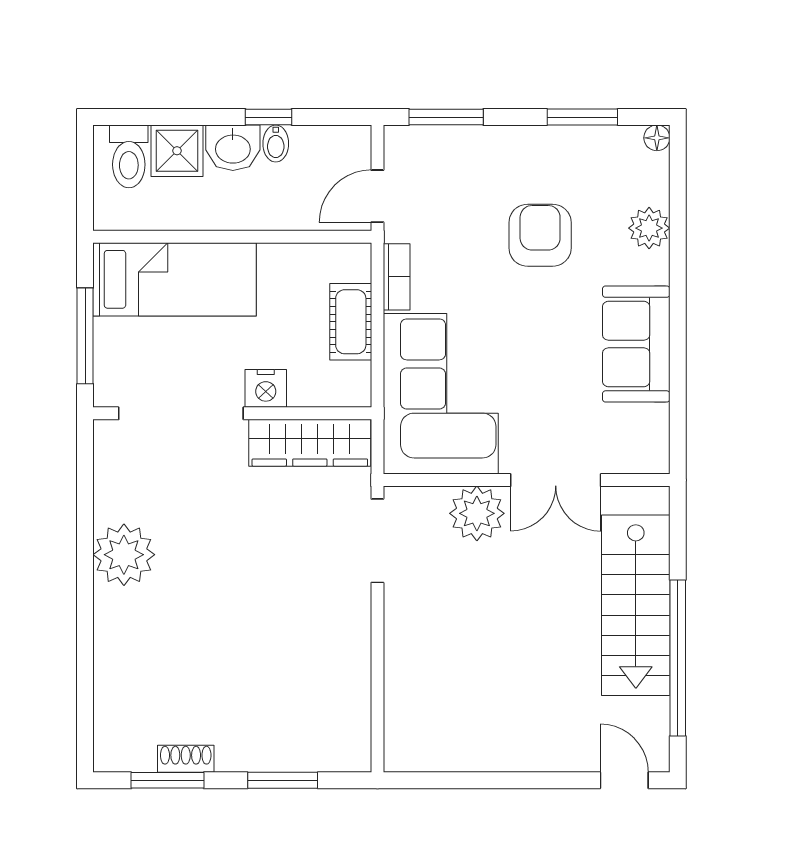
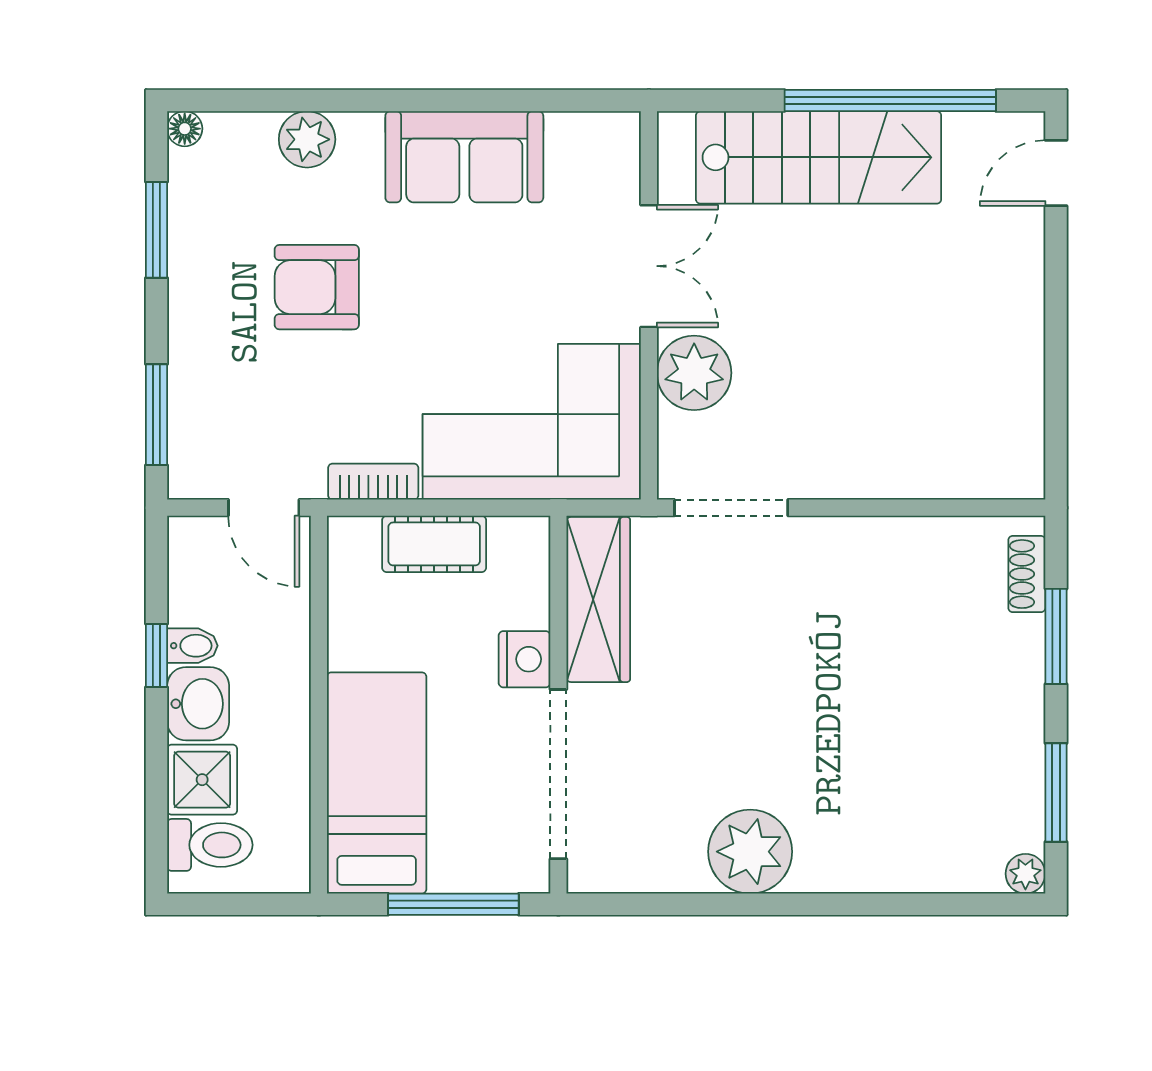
plant: (108, 758) -> (1025, 874), added
shoe rack: (186, 759) -> (1027, 574), moved

